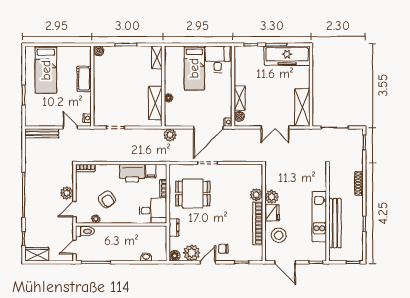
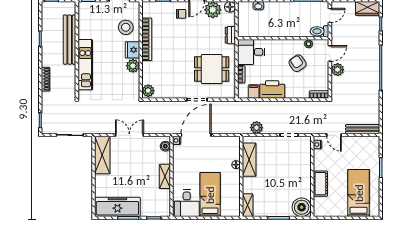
boiler: (98, 51) -> (302, 207), width x1.86, depth x1.86
shelving: (240, 98) -> (165, 176), moved
plant: (170, 135) -> (257, 128), moved
plant: (256, 195) -> (148, 91), moved
kitchen unit: (319, 217) -> (85, 65), moved

